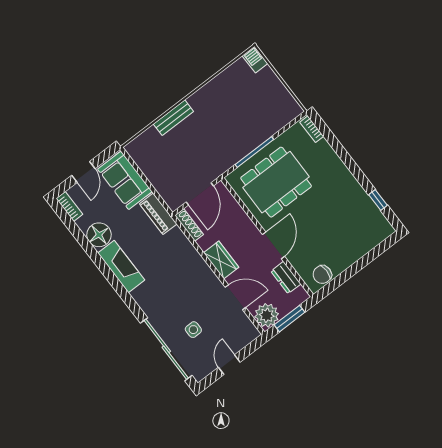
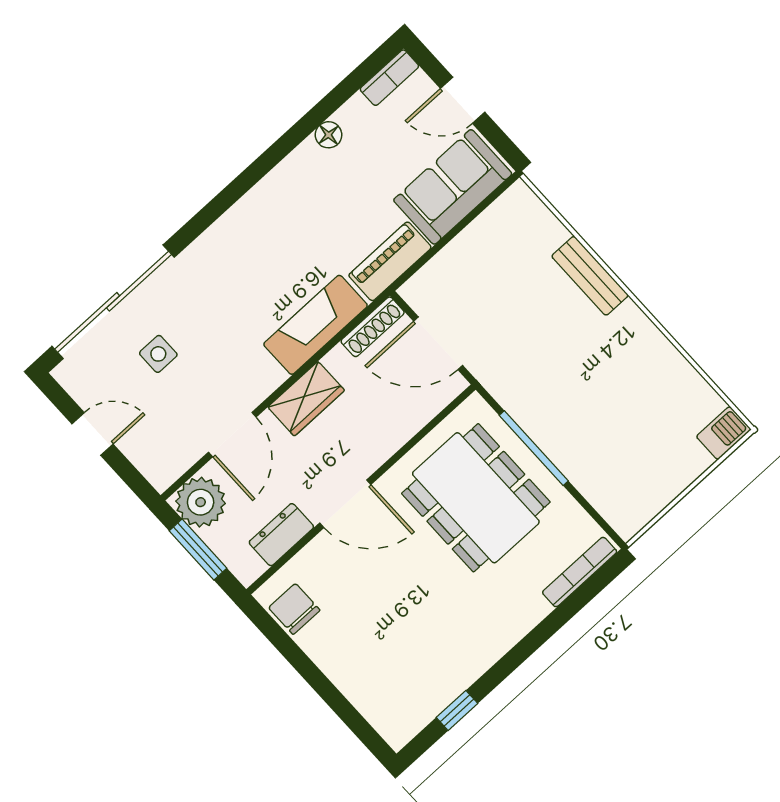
bookcase: (312, 129) -> (580, 572), width x1.56
floor lamp: (99, 235) -> (328, 135), width x0.53, depth x0.53
fireplace: (121, 266) -> (316, 325), moved, turned 180

